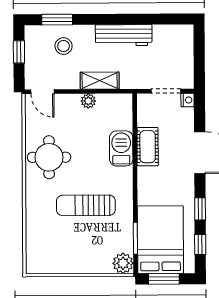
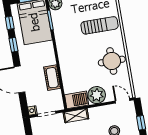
shelving: (100, 81) -> (76, 116), moved
plant: (88, 101) -> (97, 95), width x1.88, depth x1.88
barbecue: (121, 148) -> (77, 100), moved, turned -90
sun lounger: (86, 205) -> (100, 25), moved

